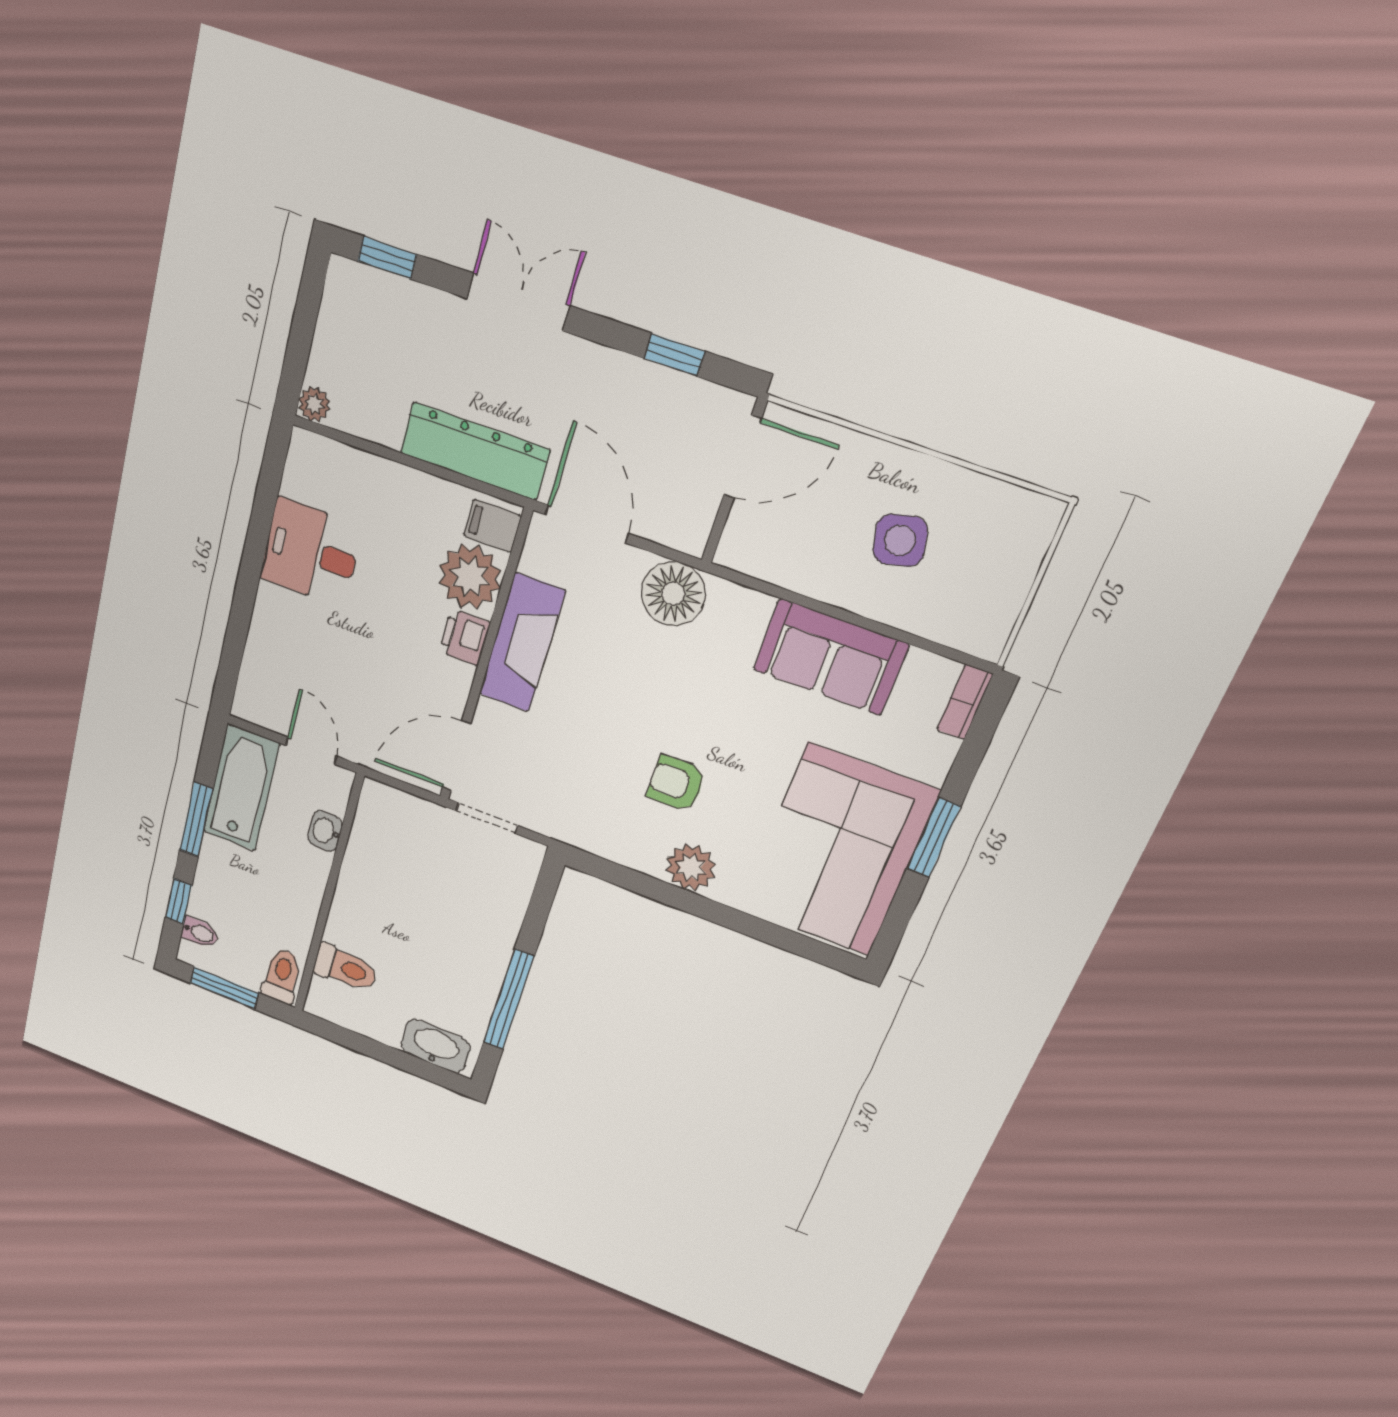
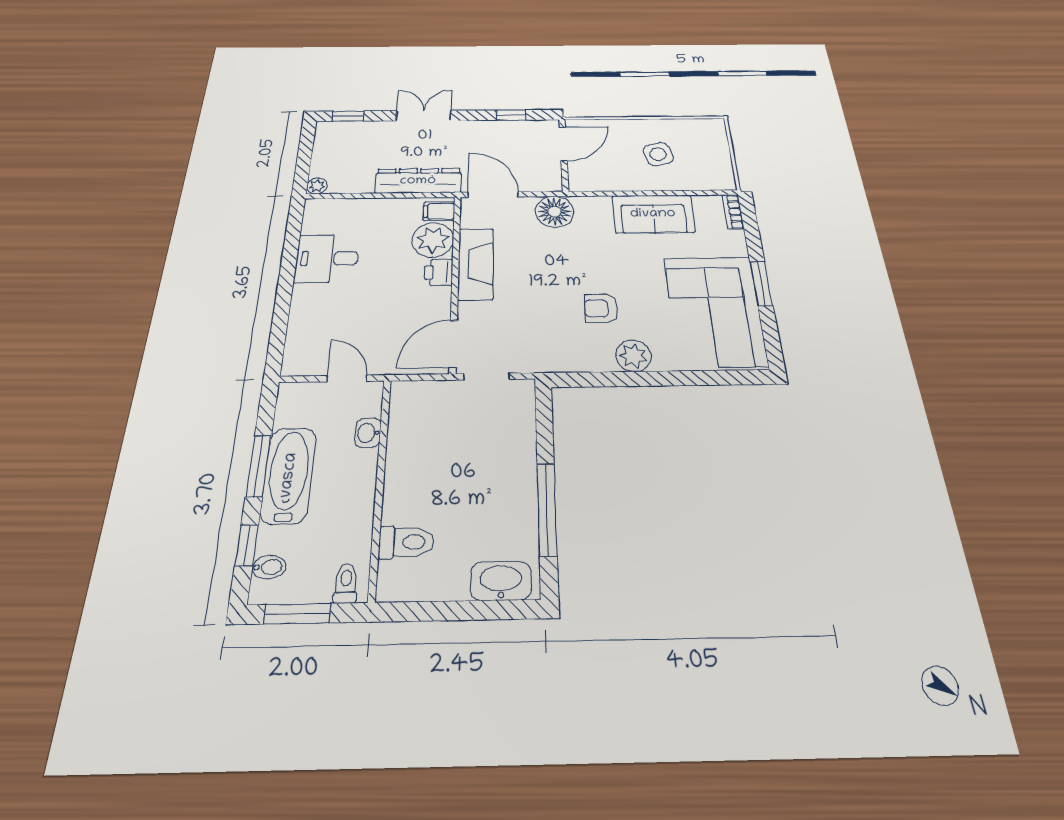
bathtub: (241, 788) -> (289, 475), moved
toilet: (282, 976) -> (346, 583), width x0.73, depth x0.72

